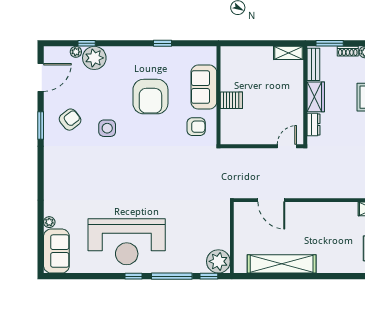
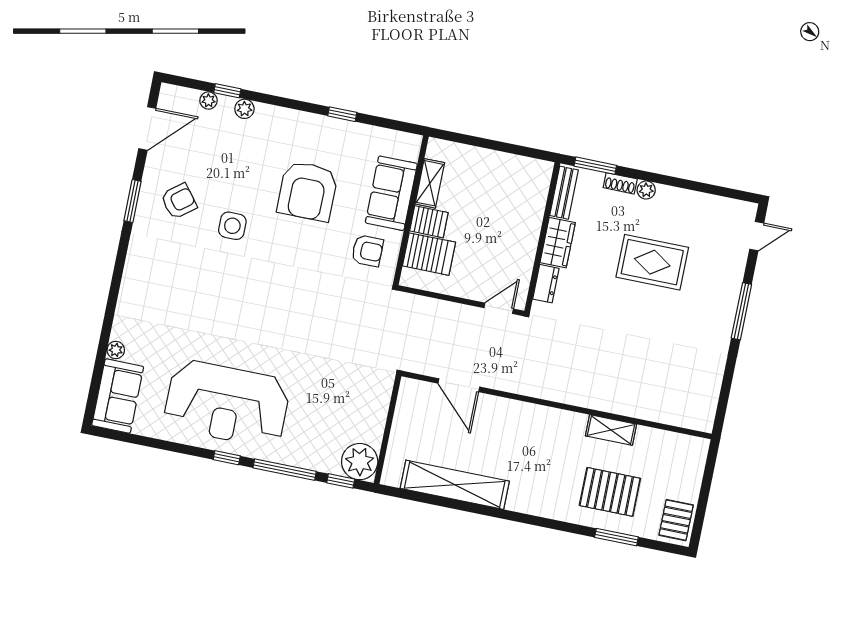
shelving: (289, 53) -> (430, 183), moved, turned 90
plant: (94, 58) -> (244, 109), width x0.53, depth x0.53
server rack: (236, 121) -> (429, 254), added

